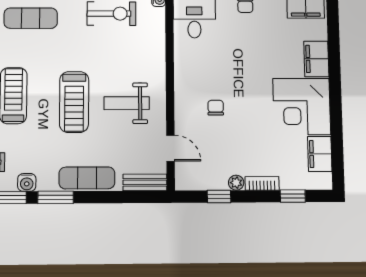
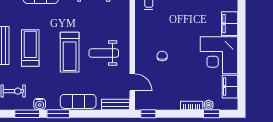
plant: (236, 183) -> (209, 105), moved
window: (219, 196) -> (148, 114), moved

